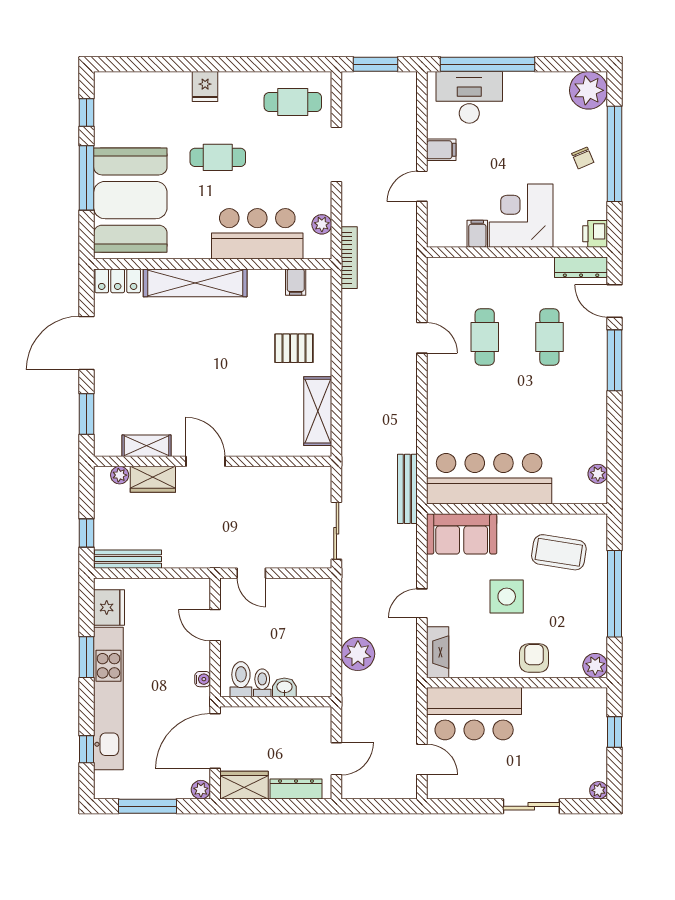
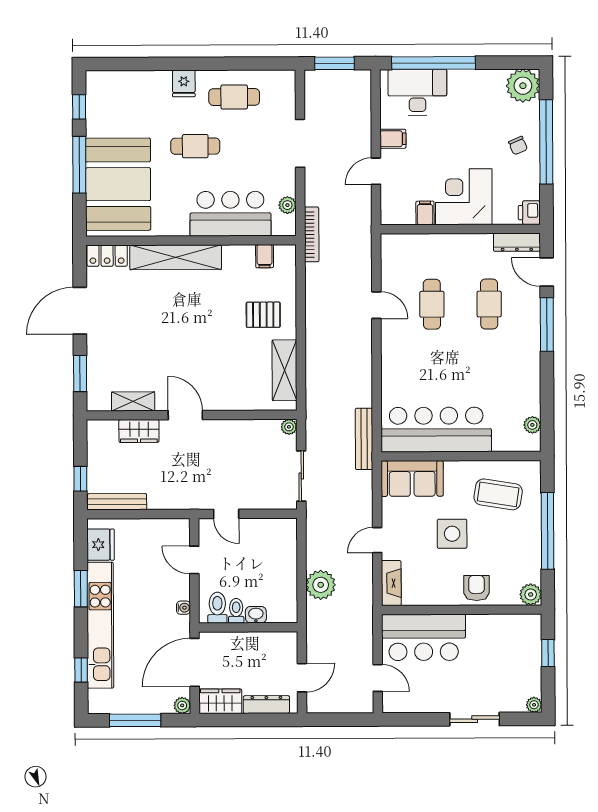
cafe table: (293, 102) -> (234, 97), moved
plant: (120, 475) -> (289, 427), moved

